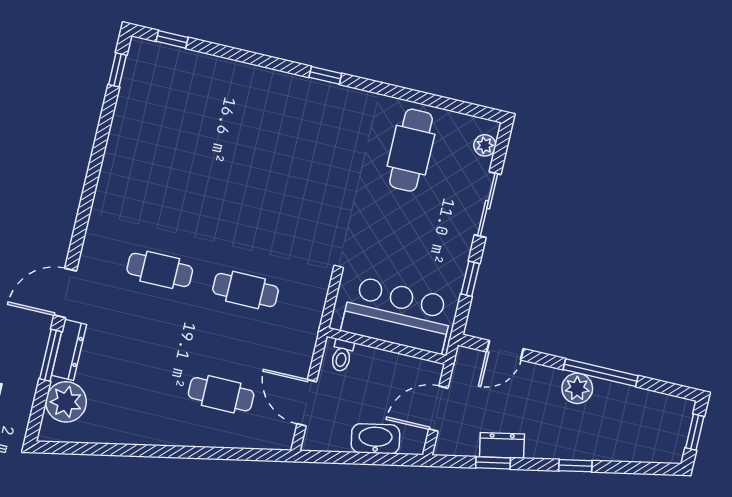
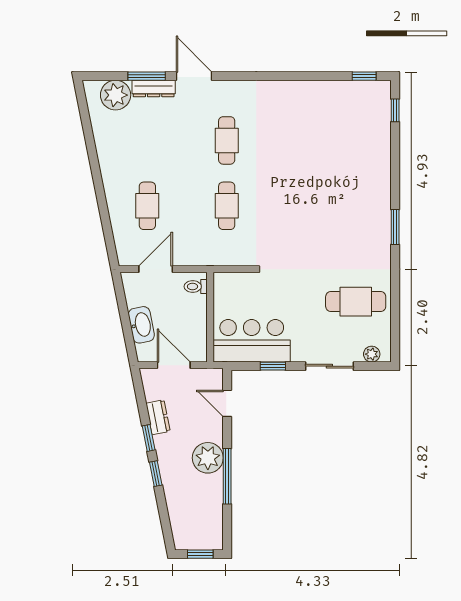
window: (325, 75) -> (395, 227), width x1.50
bar counter: (397, 315) -> (252, 341), moved, turned -90
plant: (577, 388) -> (208, 458), width x1.36, depth x1.36
window: (493, 463) -> (149, 438), moved

